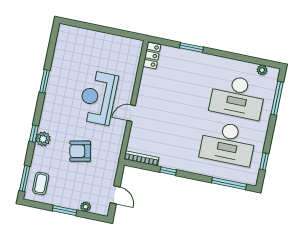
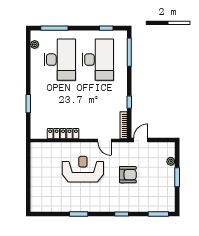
locker: (152, 55) -> (63, 134), moved, width x1.53
reception desk: (98, 98) -> (83, 169), turned 180
door: (131, 113) -> (105, 141), moved
plant: (43, 139) -> (124, 206), removed
armchair: (80, 151) -> (128, 175), turned -79
coffee table: (41, 183) -> (160, 200), removed
door: (115, 195) -> (141, 140), moved

